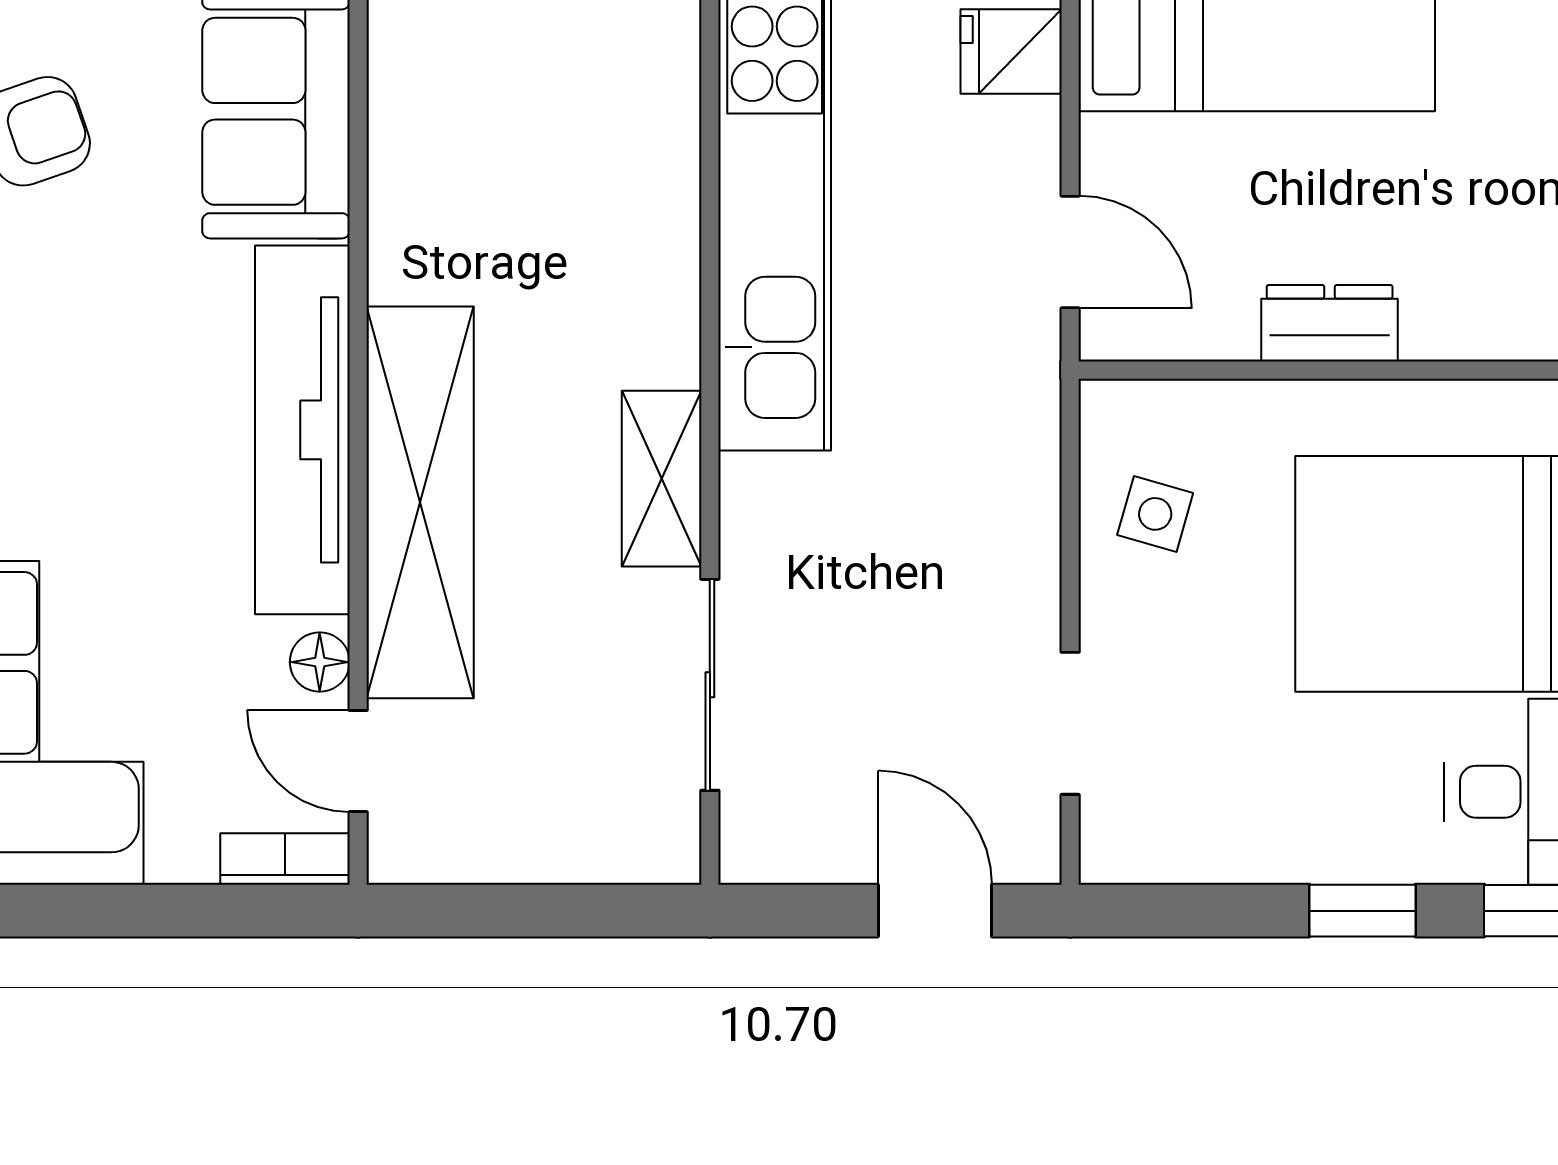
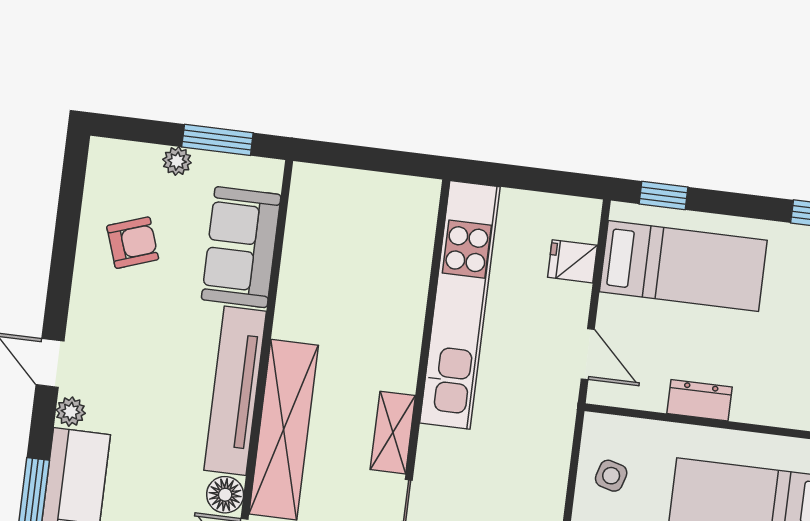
floor lamp: (320, 662) -> (225, 495), width x1.37, depth x1.37

